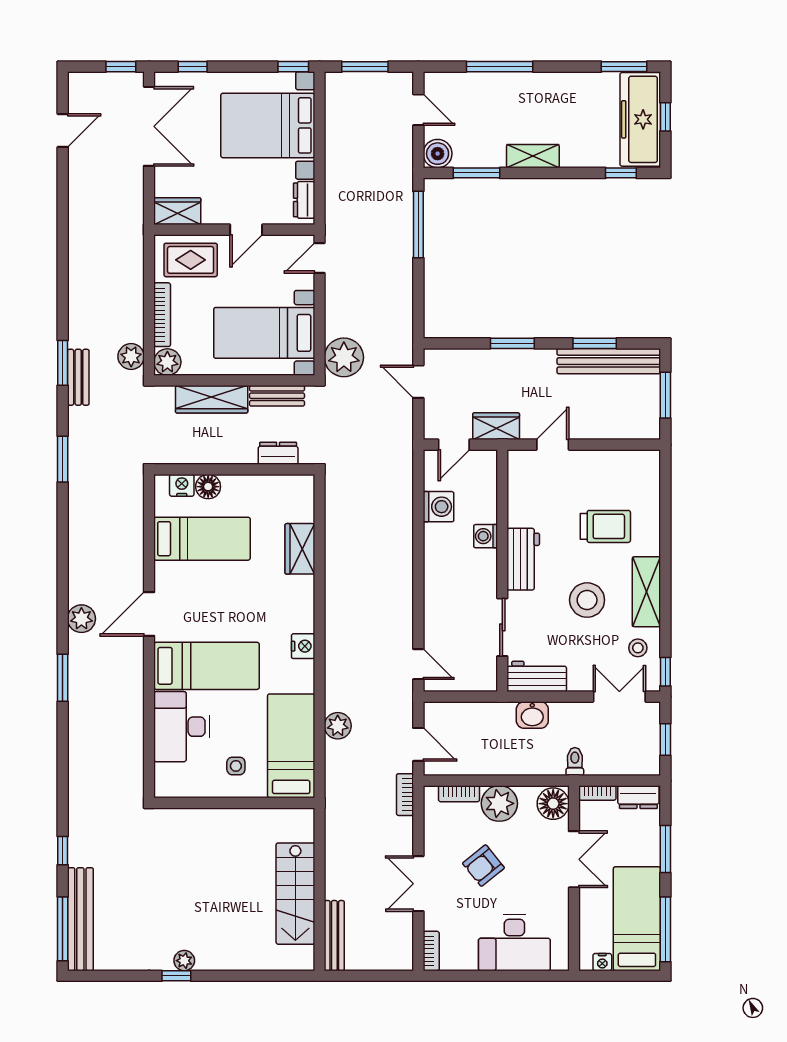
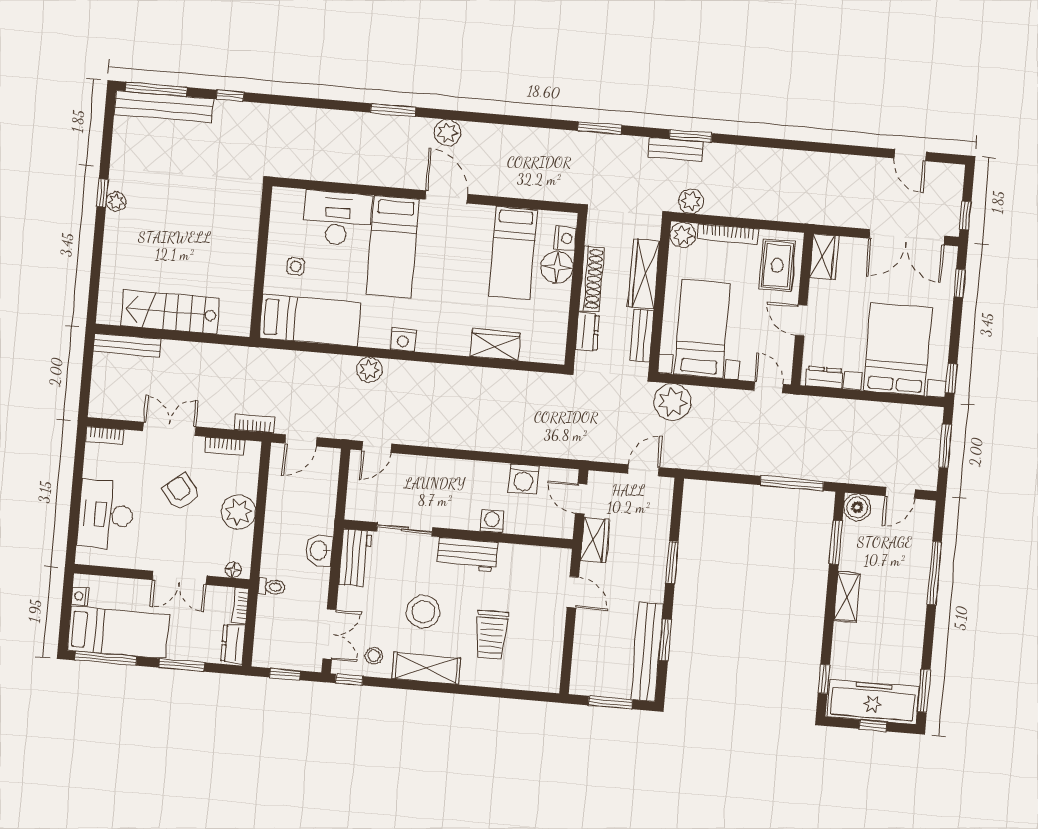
shoe rack: (222, 454) -> (592, 279), added
floor lamp: (208, 487) -> (557, 267), width x1.38, depth x1.38
plant: (338, 726) -> (369, 370), moved
bookcase: (459, 794) -> (225, 446), moved, turned -90
floor lamp: (553, 804) -> (233, 570), width x0.53, depth x0.53

